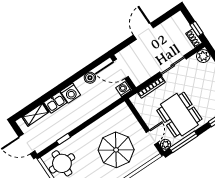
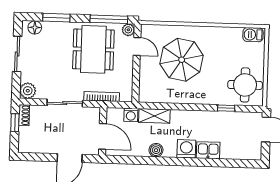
door: (121, 69) -> (103, 136), moved
wall: (123, 72) -> (103, 131), moved
shelving: (36, 114) -> (154, 116), moved
door: (152, 137) -> (137, 46), swing flipped

